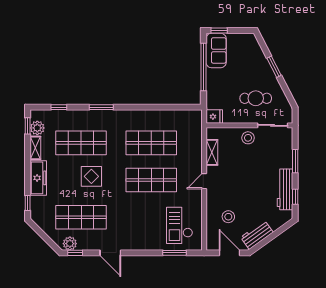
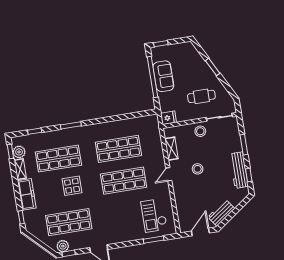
sofa: (216, 50) -> (163, 76), moved
stool: (228, 217) -> (198, 169), moved
door: (229, 253) -> (200, 232), hinge flipped

